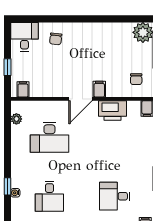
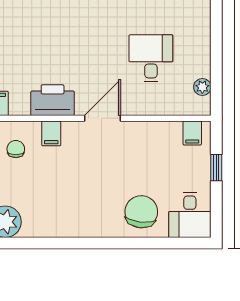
chair: (56, 39) -> (141, 212), width x1.87, depth x1.87
filing cabinet: (99, 89) -> (51, 133), moved
desk: (49, 137) -> (151, 58), width x0.73

